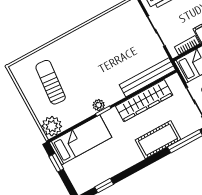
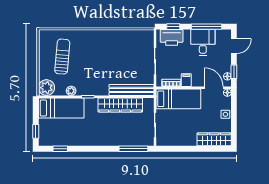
plant: (99, 105) -> (71, 91), moved
cot: (158, 140) -> (115, 137), removed
window: (56, 163) -> (36, 131), moved

